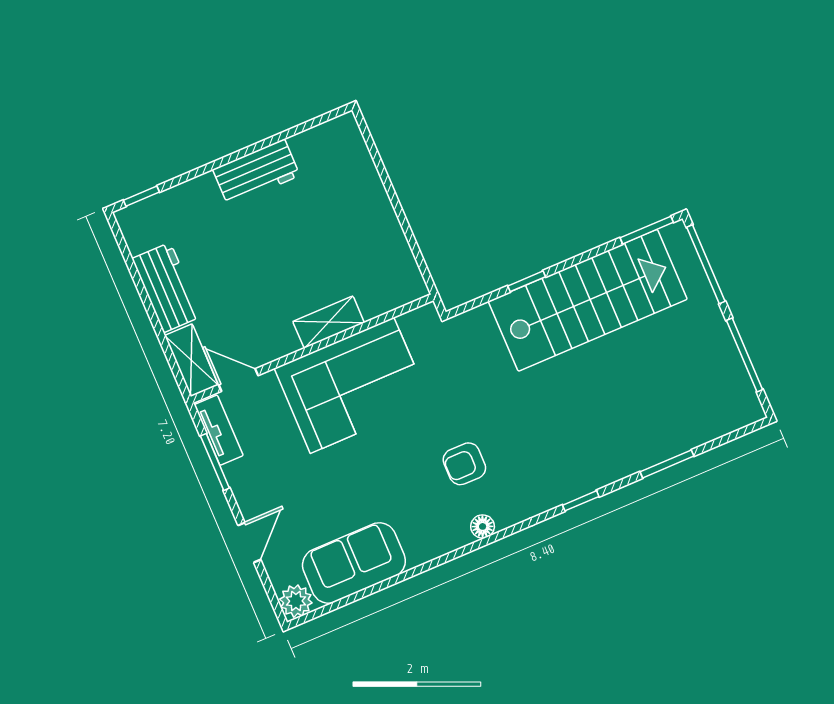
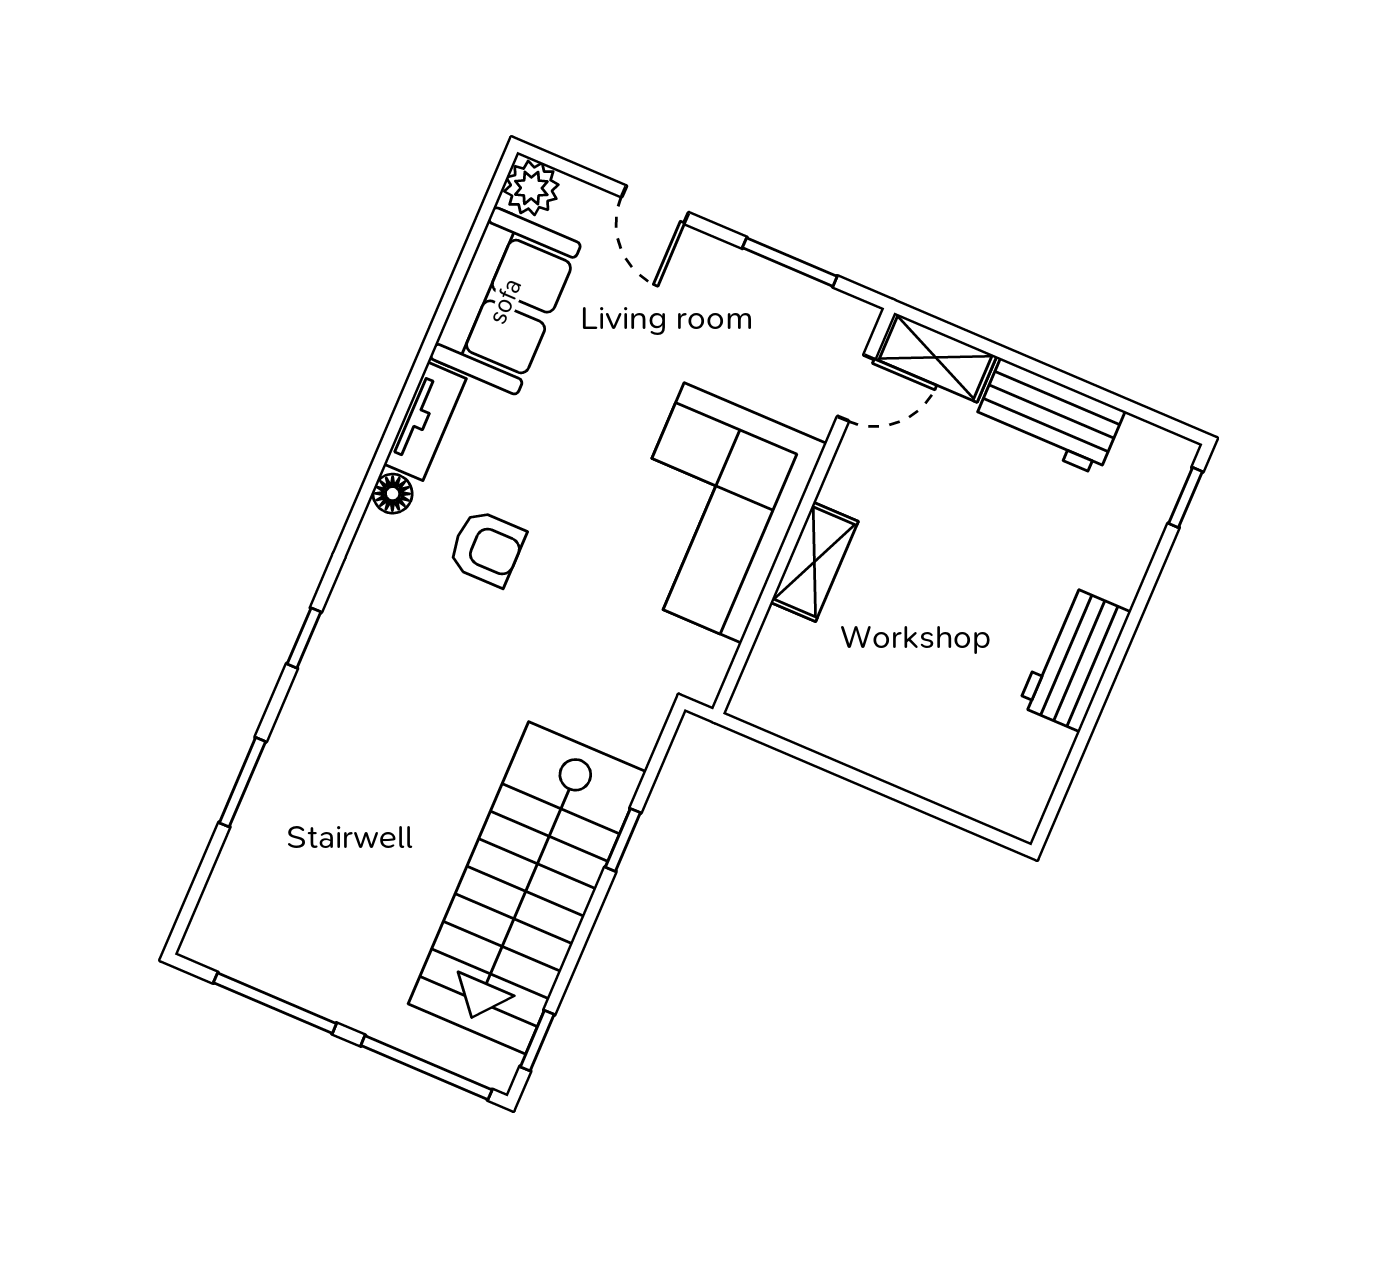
window: (647, 230) -> (537, 1041), width x0.67
tv unit: (219, 430) -> (425, 421), moved, turned -90
armchair: (464, 464) -> (487, 548), turned 90

